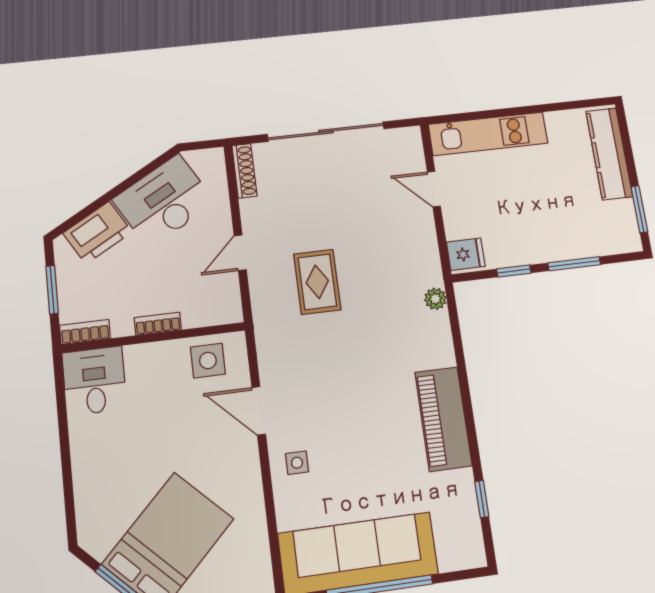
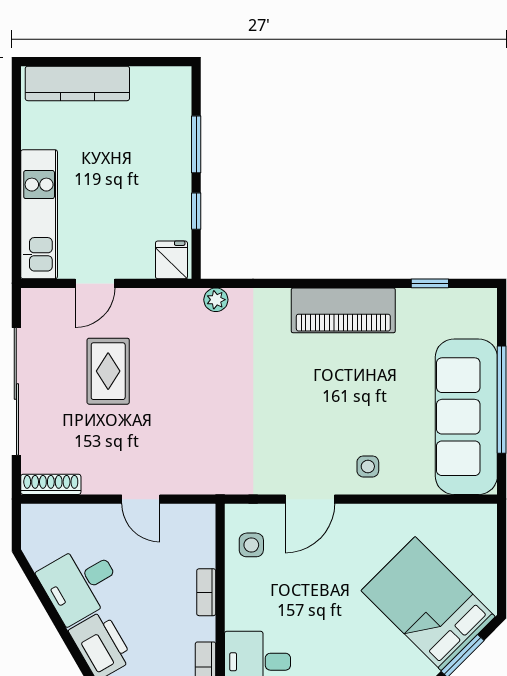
desk: (164, 201) -> (80, 583), width x0.73
window: (639, 209) -> (144, 62), removed
rug: (317, 282) -> (108, 371), moved, turned 90
side table: (208, 361) -> (251, 545), width x0.73, depth x0.73

